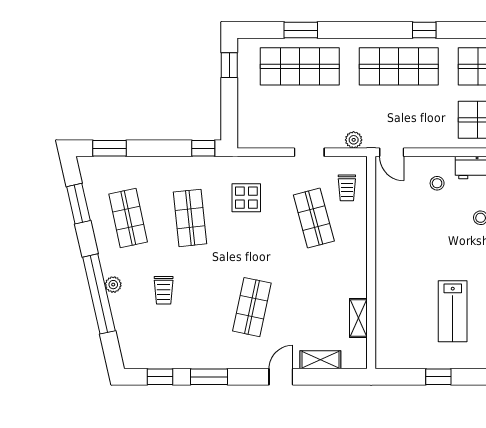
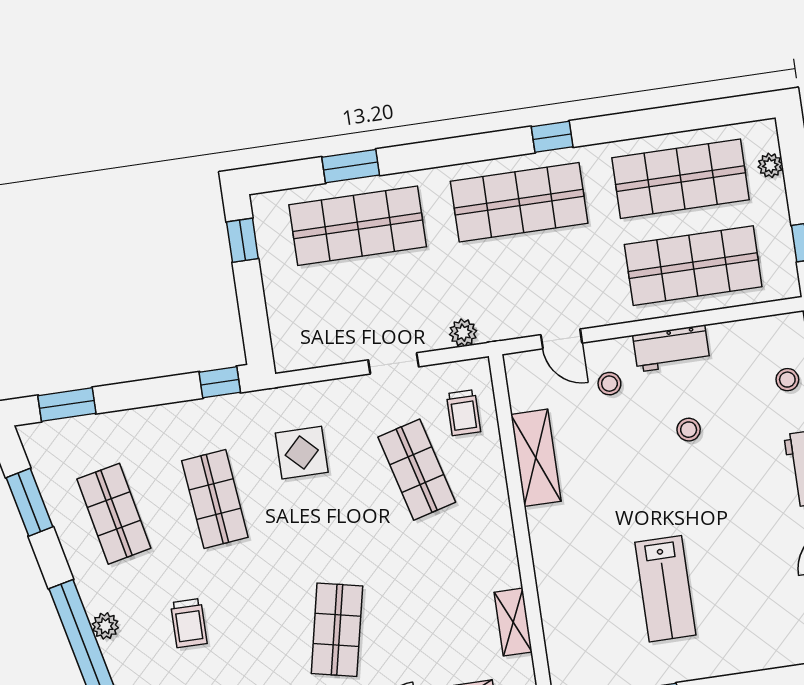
door: (392, 152) -> (561, 339), moved
shelving: (386, 221) -> (536, 458), added

